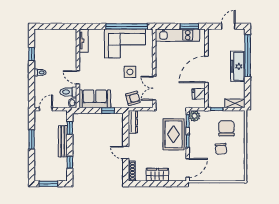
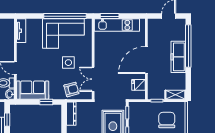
window: (189, 26) -> (110, 16), moved
plant: (194, 116) -> (134, 107), removed

